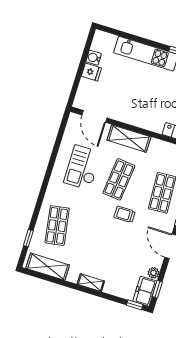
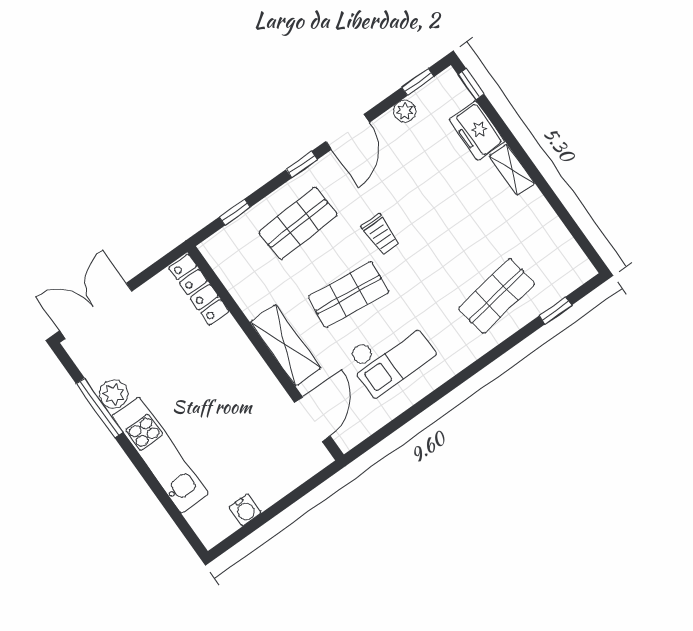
fridge: (91, 72) -> (265, 490), removed
shelving: (48, 267) -> (559, 244), removed
freezer: (145, 291) -> (477, 131), moved, turned 90

